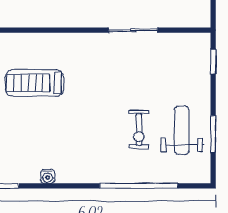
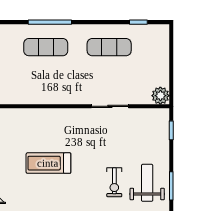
plant: (199, 16) -> (160, 96), added
treadmill: (35, 83) -> (48, 163), moved

